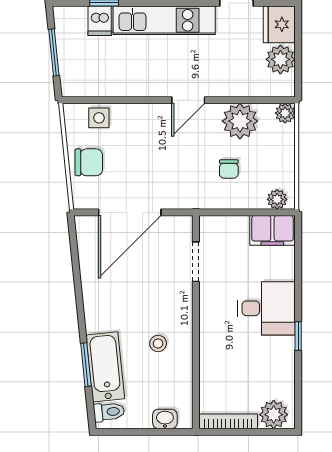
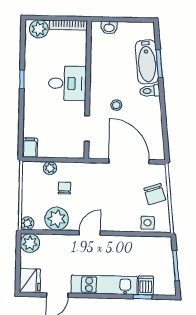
plant: (280, 59) -> (30, 243), moved
chair: (89, 162) -> (155, 194), turned -108
plant: (277, 199) -> (50, 168), moved
door: (130, 212) -> (129, 161), hinge flipped
filing cabinet: (272, 230) -> (30, 148), width x0.50
desk: (266, 308) -> (67, 83), moved, turned 180
stool: (158, 344) -> (116, 105), moved
toilet: (109, 412) -> (150, 91), moved

